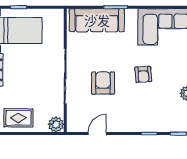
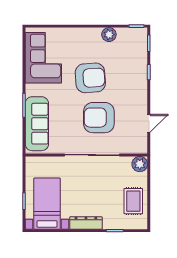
armchair: (143, 74) -> (90, 78), width x1.88, depth x1.88
armchair: (103, 83) -> (99, 118), width x1.36, depth x1.36
door: (97, 134) -> (149, 123), swing flipped

